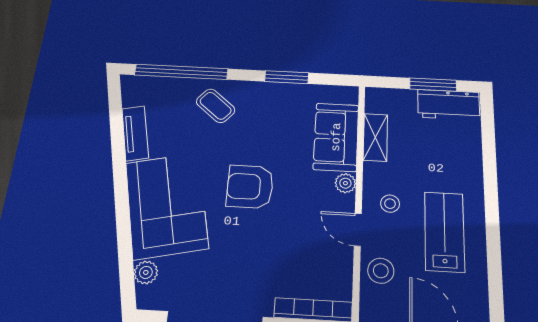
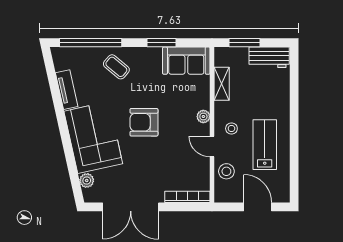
window: (433, 85) -> (244, 43), moved
sofa: (336, 137) -> (186, 61), moved, turned -90

